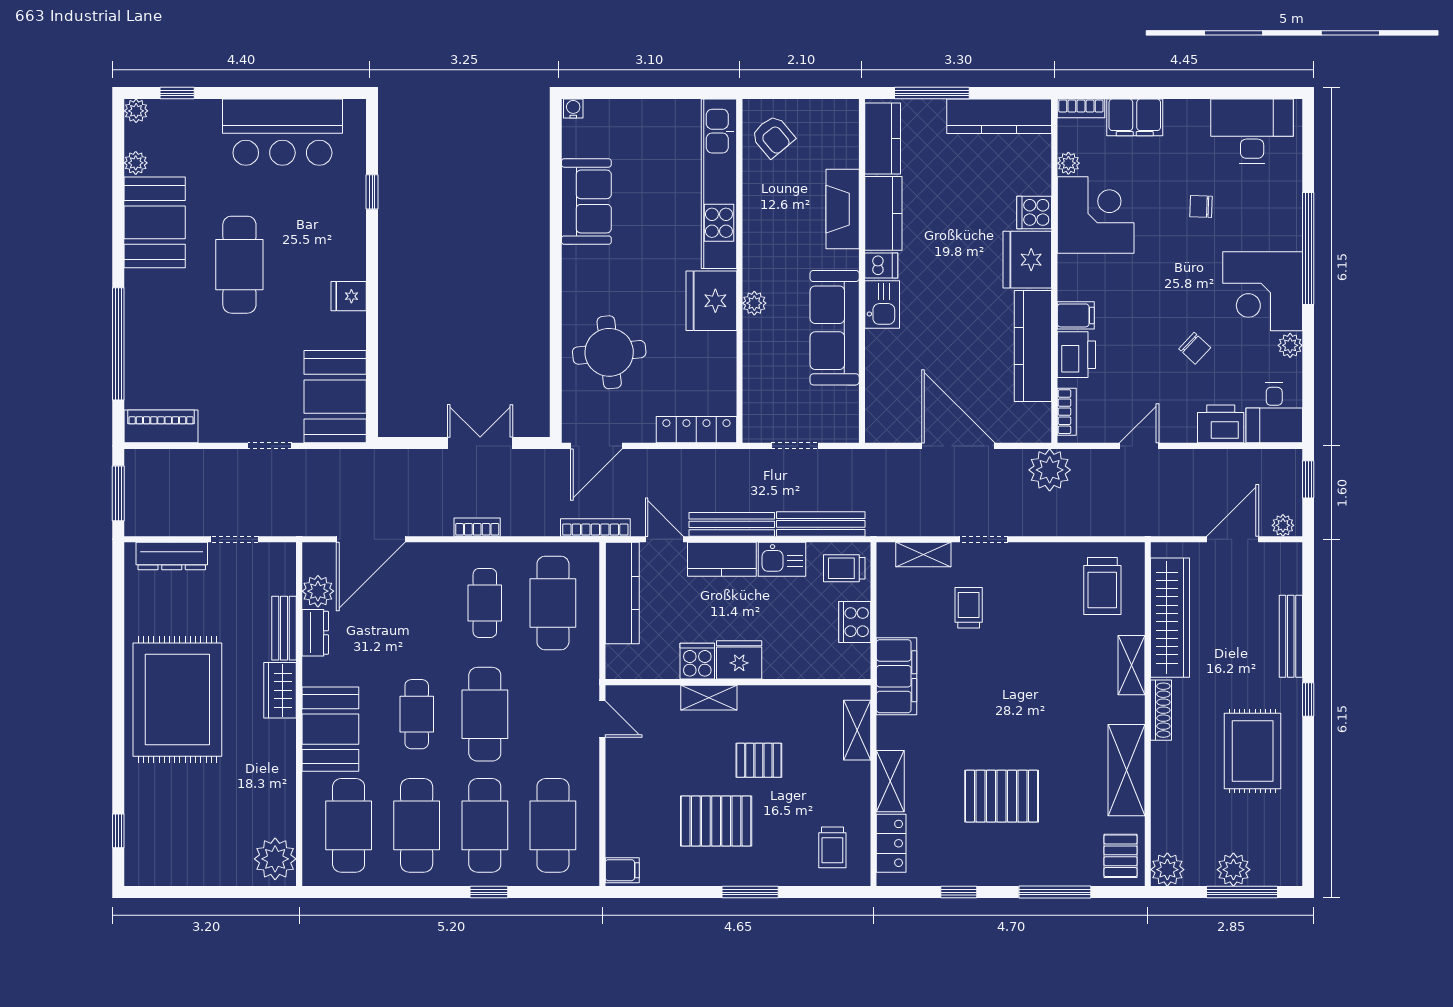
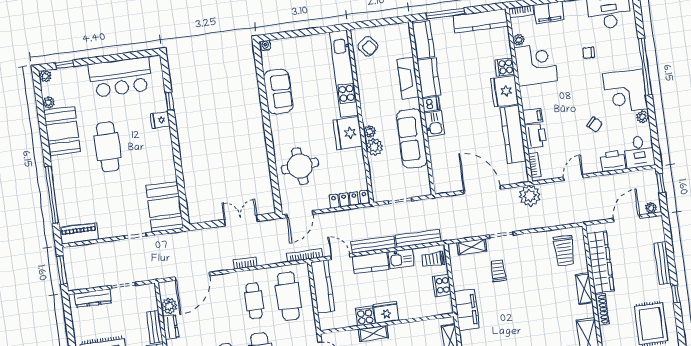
fridge: (349, 296) -> (160, 120), moved
plant: (759, 334) -> (374, 147), added

